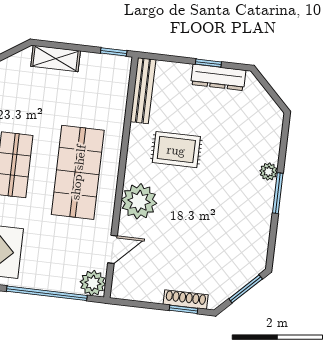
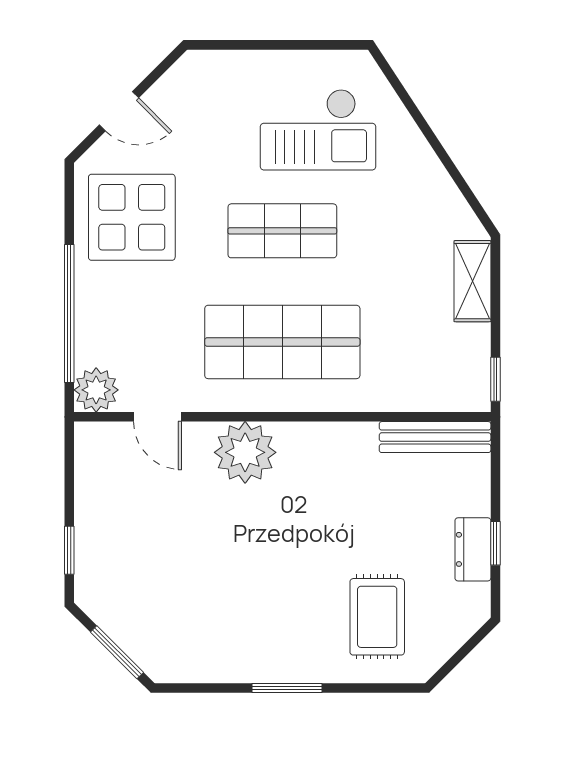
dresser: (218, 77) -> (473, 549), width x0.70
rug: (176, 150) -> (377, 617), moved
plant: (269, 172) -> (322, 668), removed
shoe rack: (186, 300) -> (87, 552), removed

